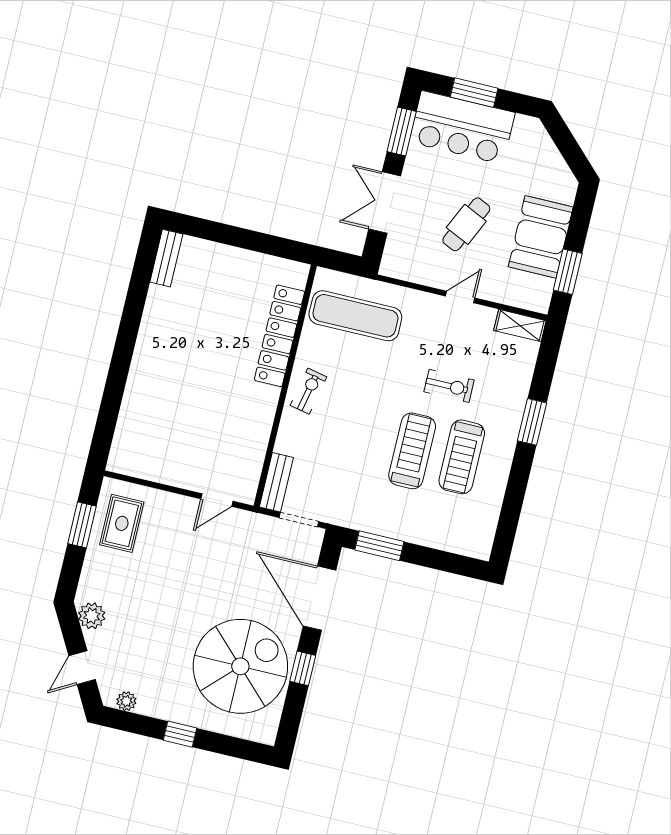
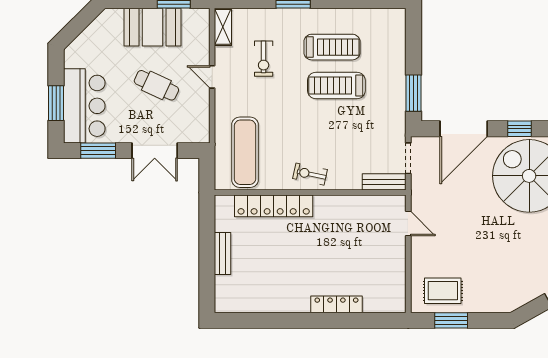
bench: (166, 258) -> (222, 253), moved, turned 90
locker: (137, 385) -> (336, 304), added
exercise bike: (449, 386) -> (264, 59), moved, turned 180
plant: (92, 616) -> (518, 297), removed

